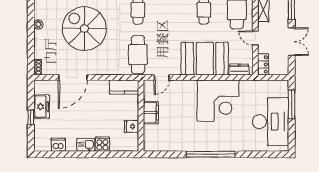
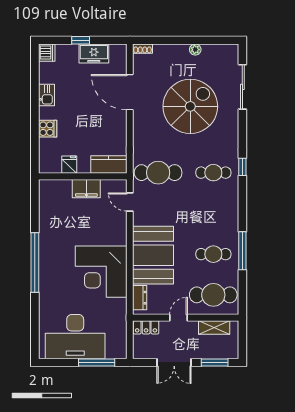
kitchen counter: (124, 87) -> (109, 164), moved, turned 90
dishwasher: (58, 145) -> (47, 53), moved
kitchen sink: (86, 145) -> (46, 95), moved

